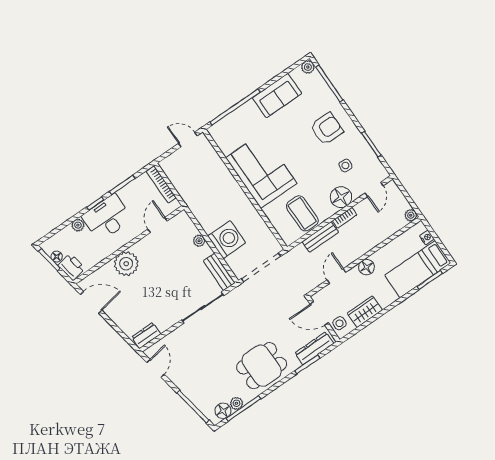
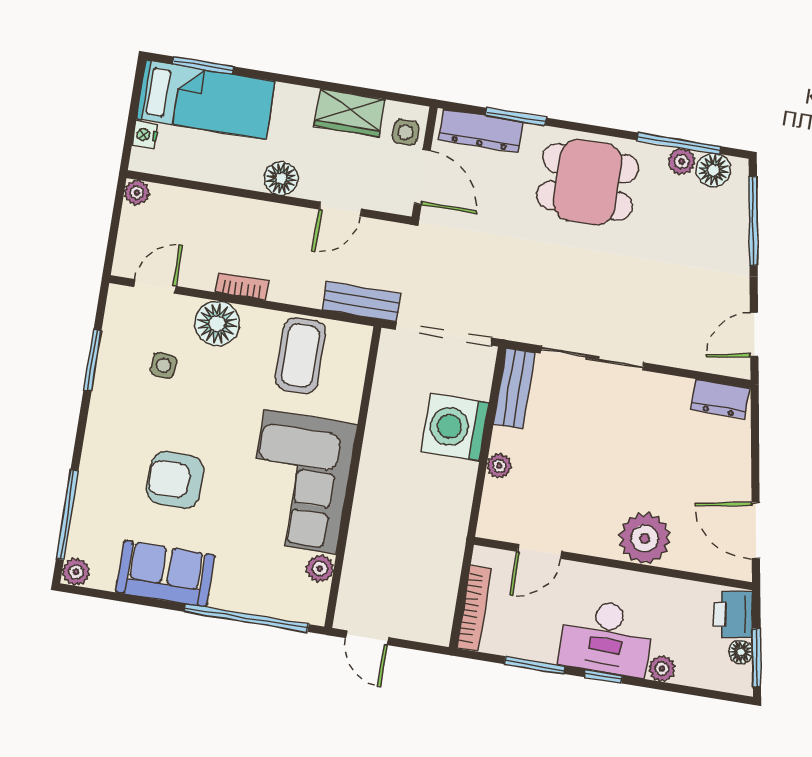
armchair: (327, 129) -> (175, 480), moved
plant: (226, 148) -> (320, 569), added
bench: (320, 237) -> (362, 302), moved

